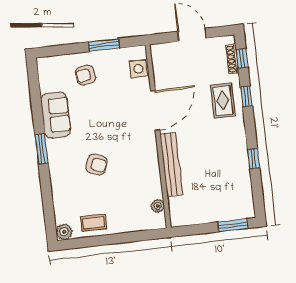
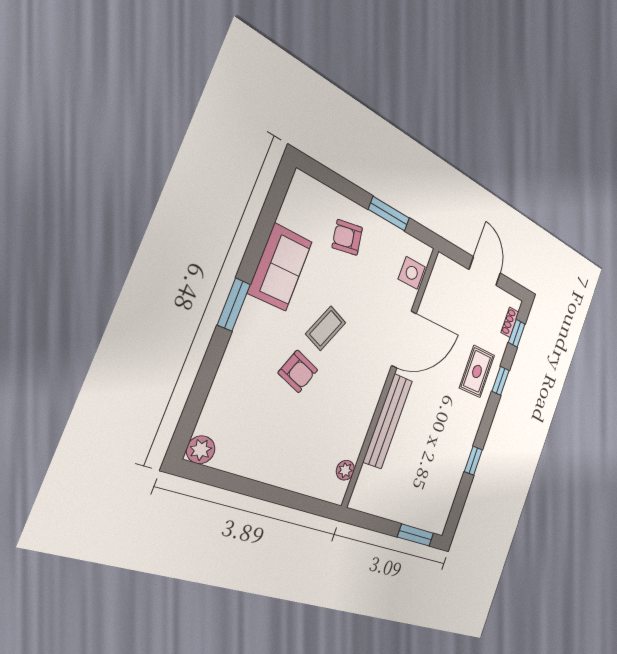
shoe rack: (232, 59) -> (510, 322), width x0.70
coffee table: (94, 223) -> (326, 328), moved, turned -67

